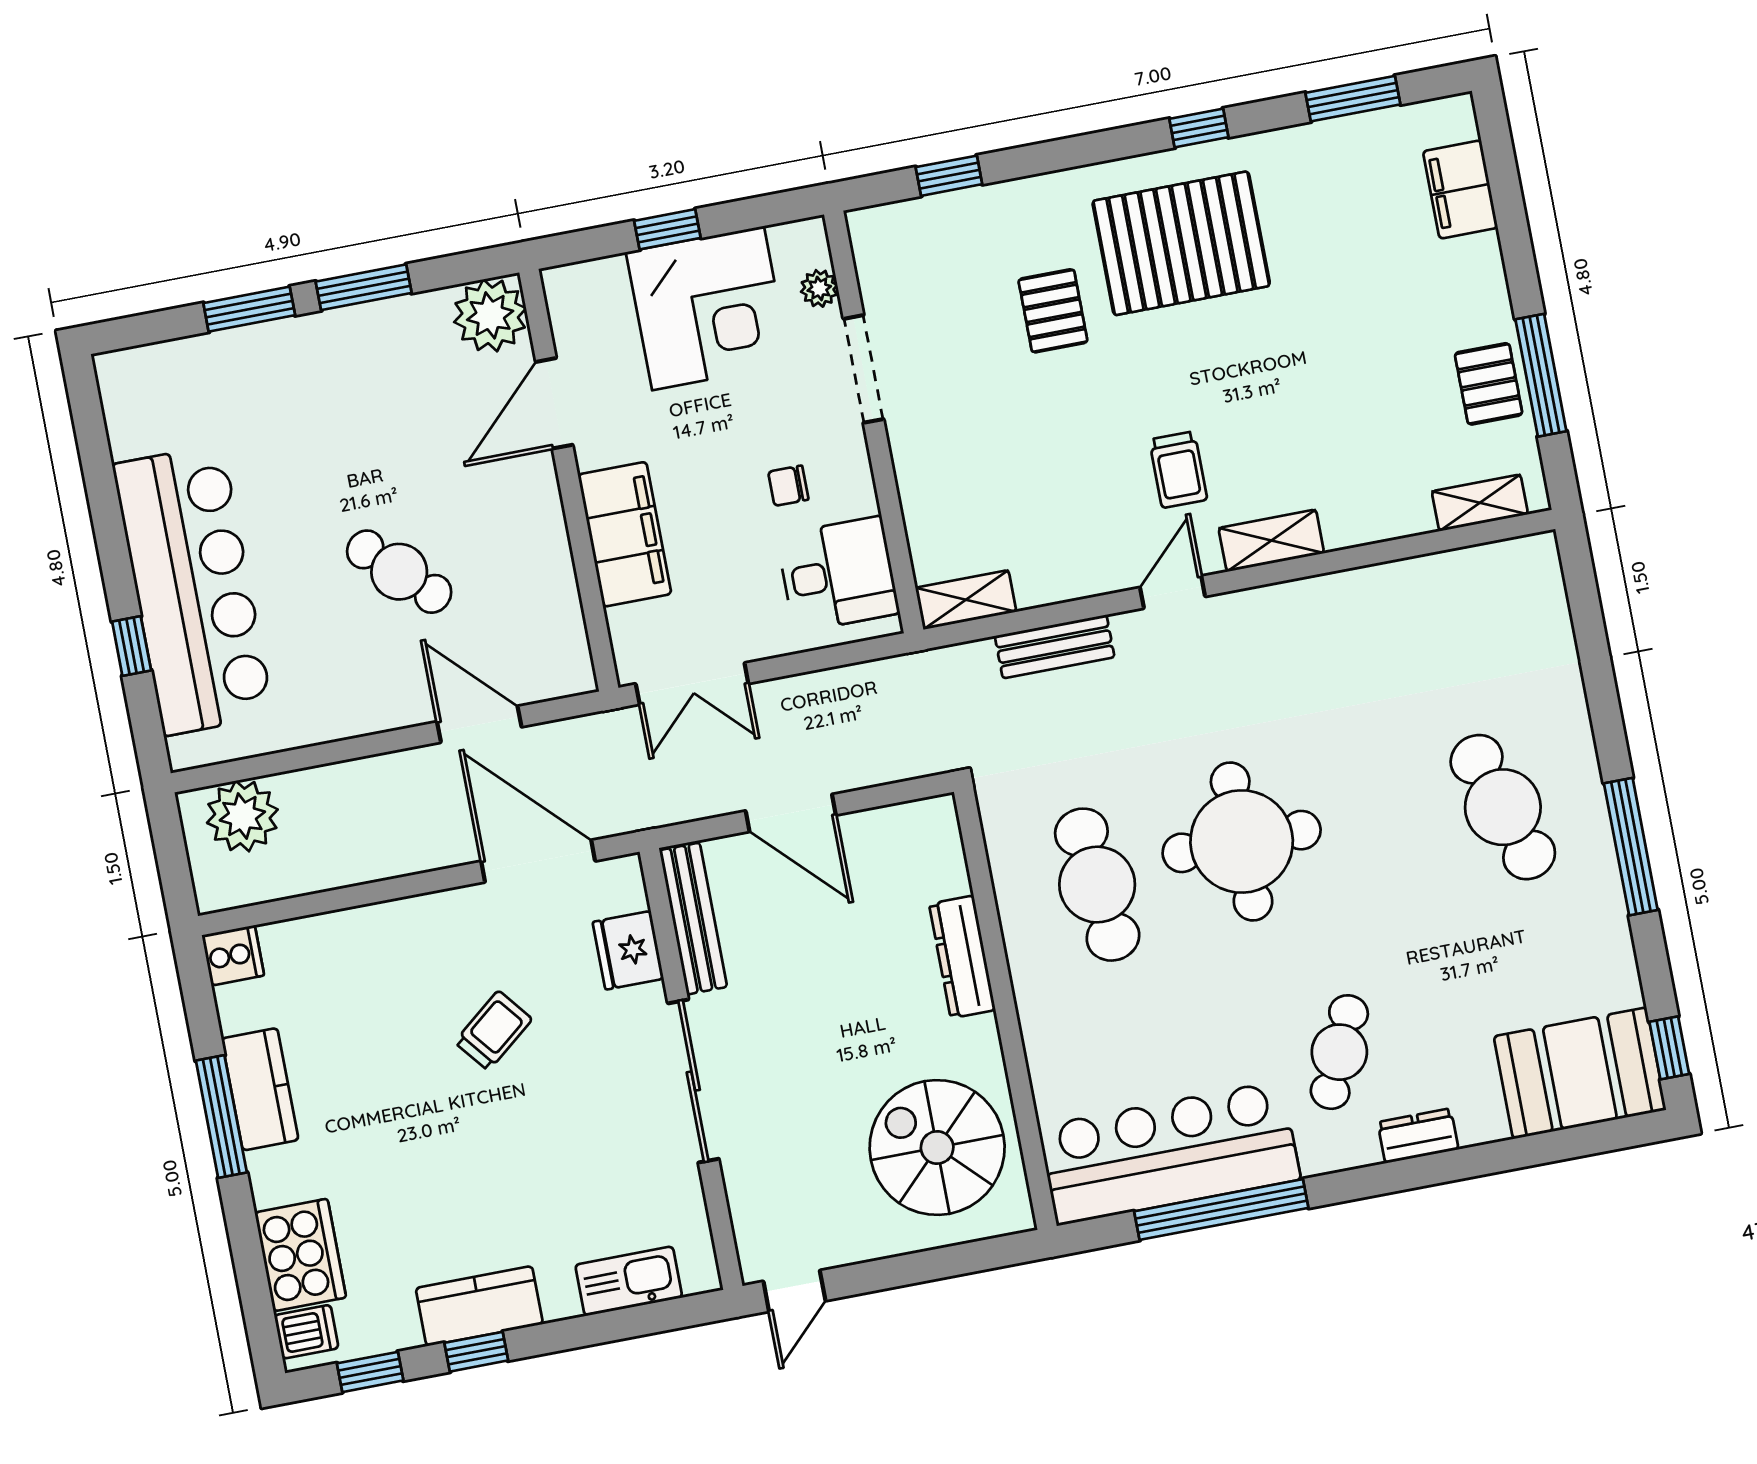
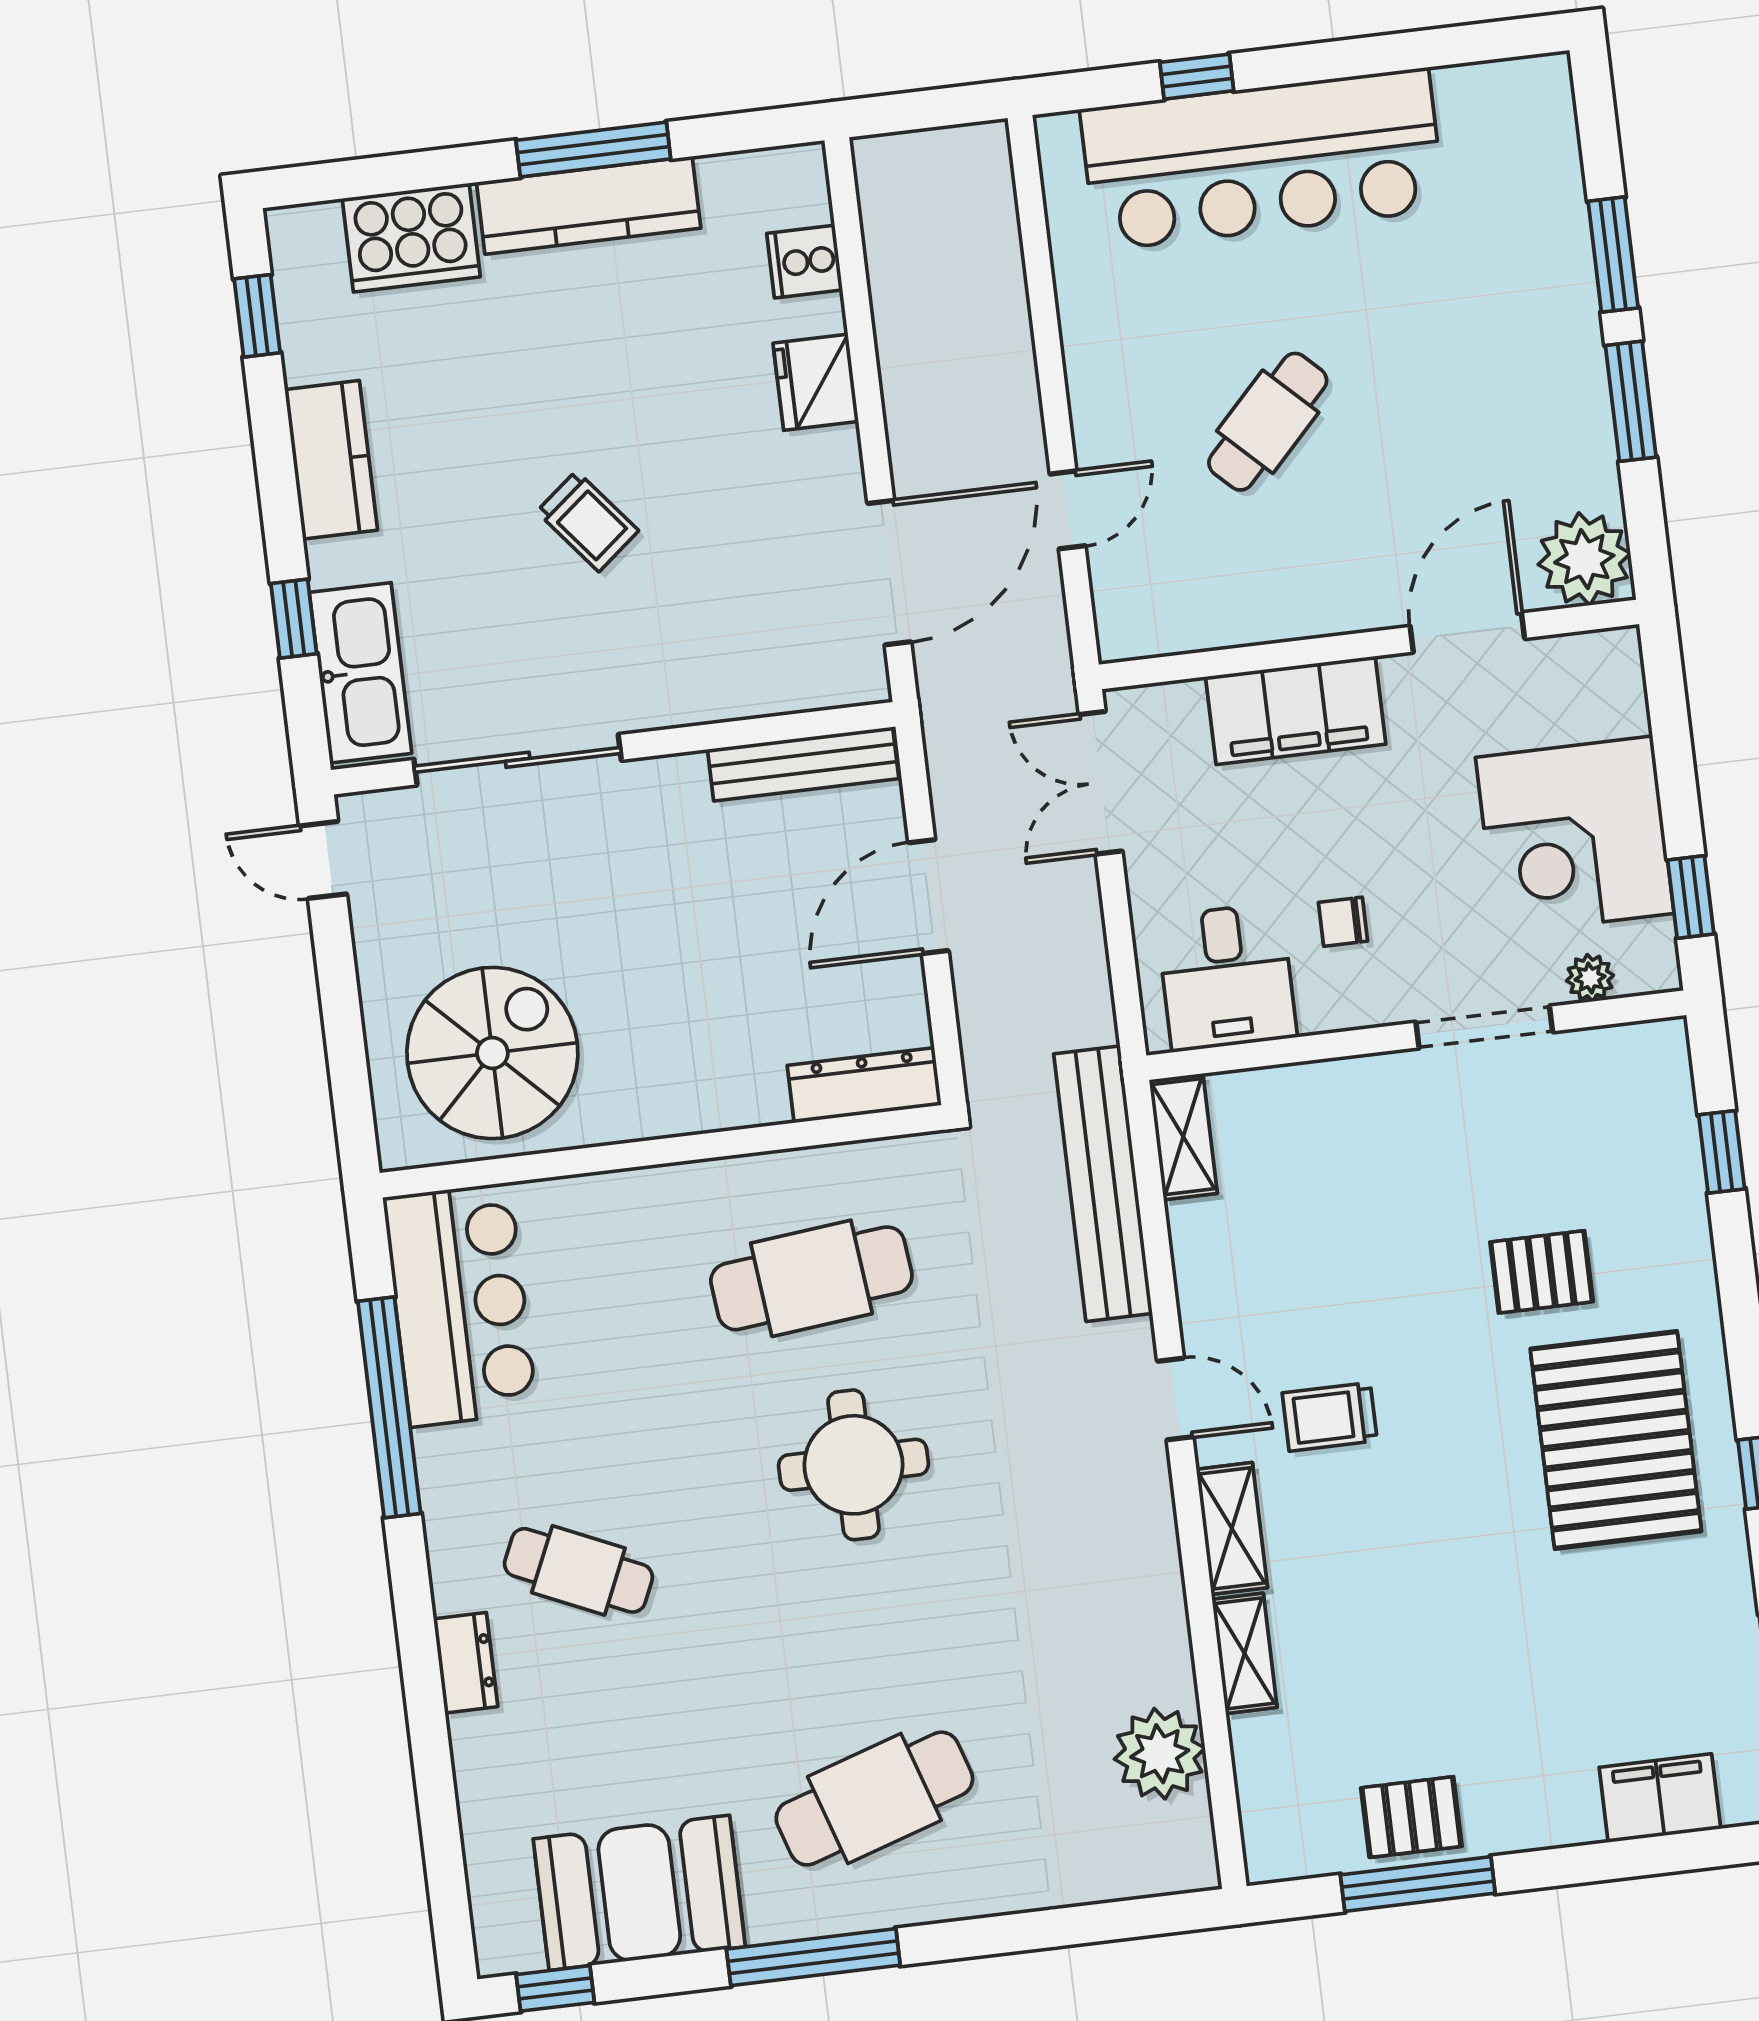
window: (667, 229) -> (1691, 897), moved
door: (554, 403) -> (1467, 632), hinge flipped
chair: (788, 486) -> (1343, 922), turned -90
shelving: (1480, 503) -> (1244, 1653), moved
bench: (1055, 647) -> (1103, 1184), width x1.86, depth x1.21
door: (479, 724) -> (1068, 510), width x0.73
plant: (242, 816) -> (1160, 1754), moved
round table: (1242, 841) -> (853, 1465), width x0.73, depth x0.73
fridge: (628, 950) -> (816, 382), moved, turned -90
cooker: (233, 955) -> (805, 262), moved, turned 90
dresser: (962, 957) -> (864, 1085), moved
trolley: (493, 1031) -> (588, 521), moved
booth: (1580, 1073) -> (639, 1893), moved, turned 90
sliding door: (693, 1081) -> (518, 760), moved
kitchen counter: (260, 1089) -> (589, 205), width x1.50
bar counter: (1169, 1153) -> (460, 1305), width x0.73
kitchen sink: (629, 1281) -> (361, 673), width x1.36, depth x1.24
dishwasher: (306, 1332) -> (314, 239), removed
window: (476, 1352) -> (294, 619), moved

